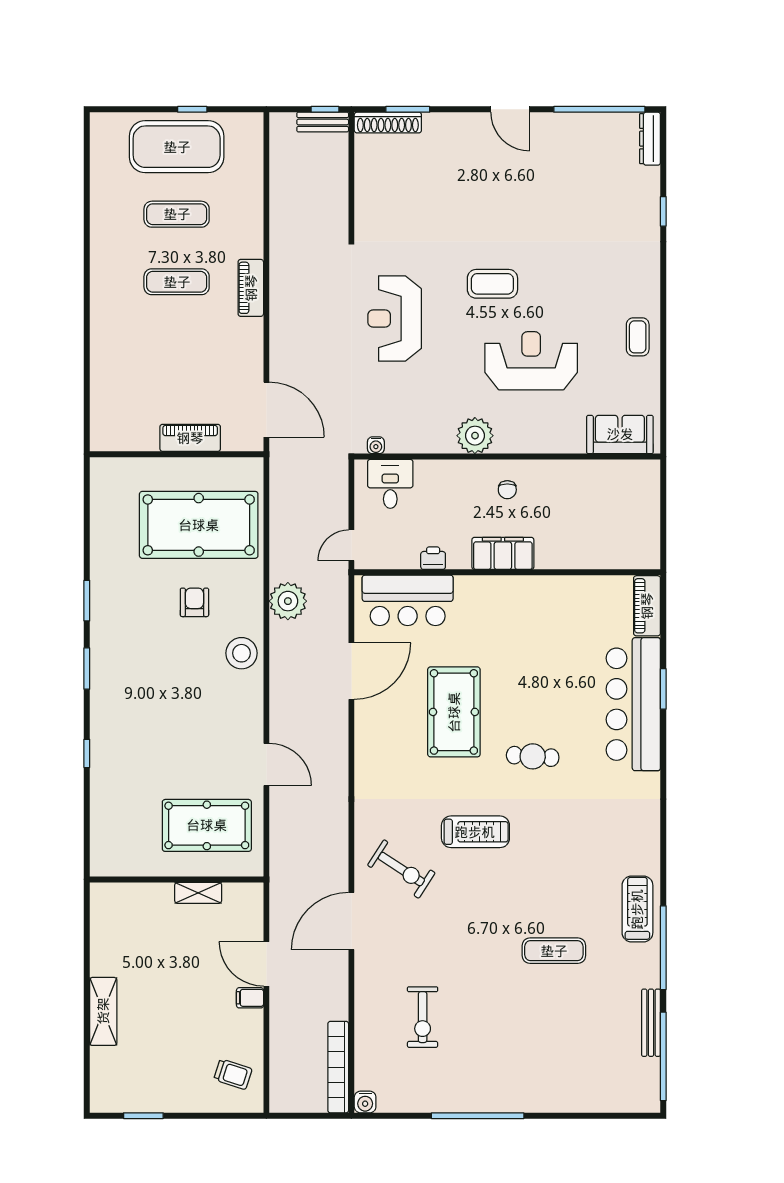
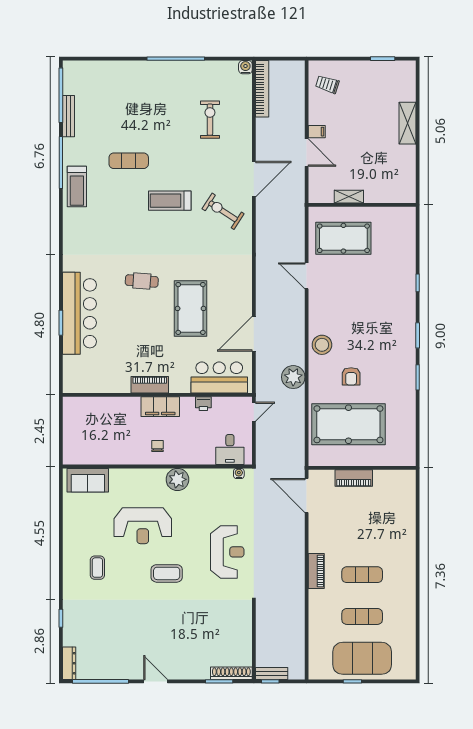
coffee table: (638, 337) -> (97, 568), moved
piano: (647, 606) -> (150, 385), moved, turned -90
treadmill: (475, 832) -> (170, 201), moved

